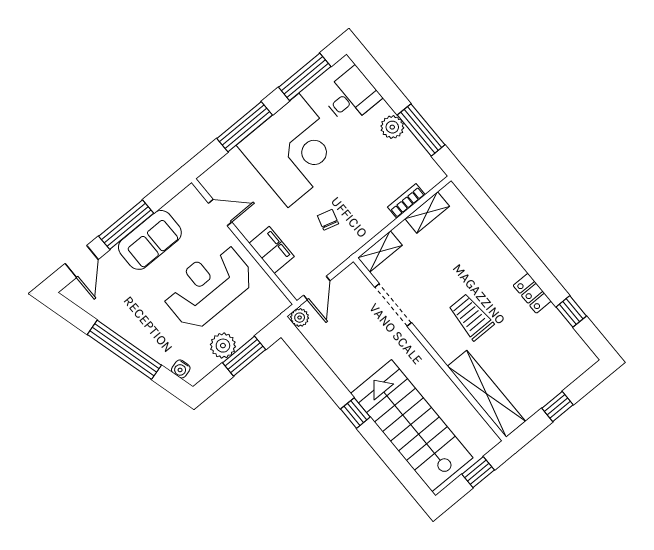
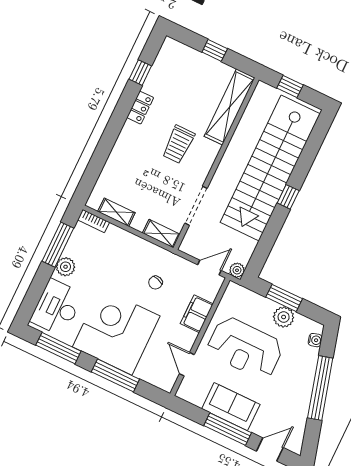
desk: (351, 96) -> (57, 308), width x1.37
bookcase: (406, 201) -> (94, 221), moved
stairs: (412, 426) -> (270, 168), width x1.36

